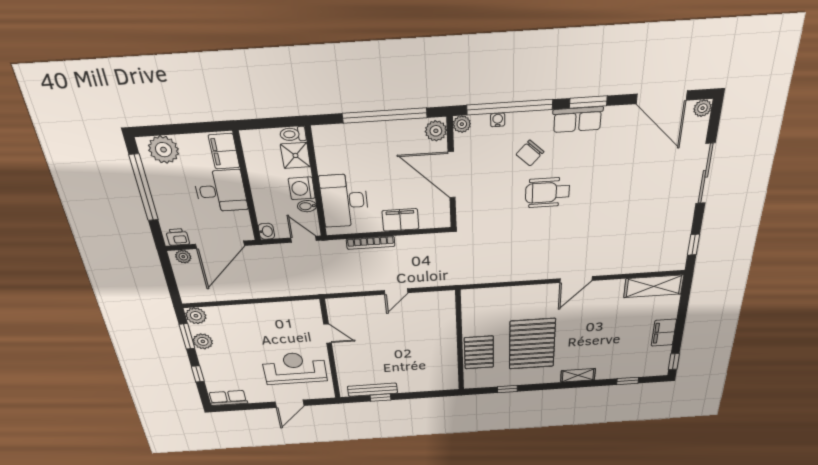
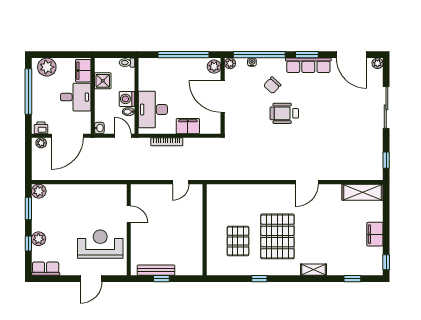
row of seats: (578, 119) -> (308, 65), width x1.48
shower: (295, 155) -> (103, 81), moved
plant: (203, 341) -> (39, 239), moved
wall: (460, 342) -> (205, 230), moved

